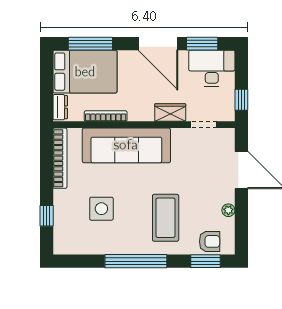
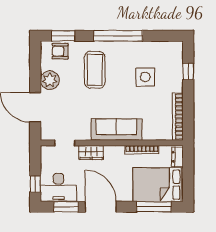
window: (241, 100) -> (35, 184), moved
sofa: (126, 145) -> (116, 130), width x0.74, depth x0.79
plant: (228, 210) -> (50, 80), width x1.88, depth x1.88

